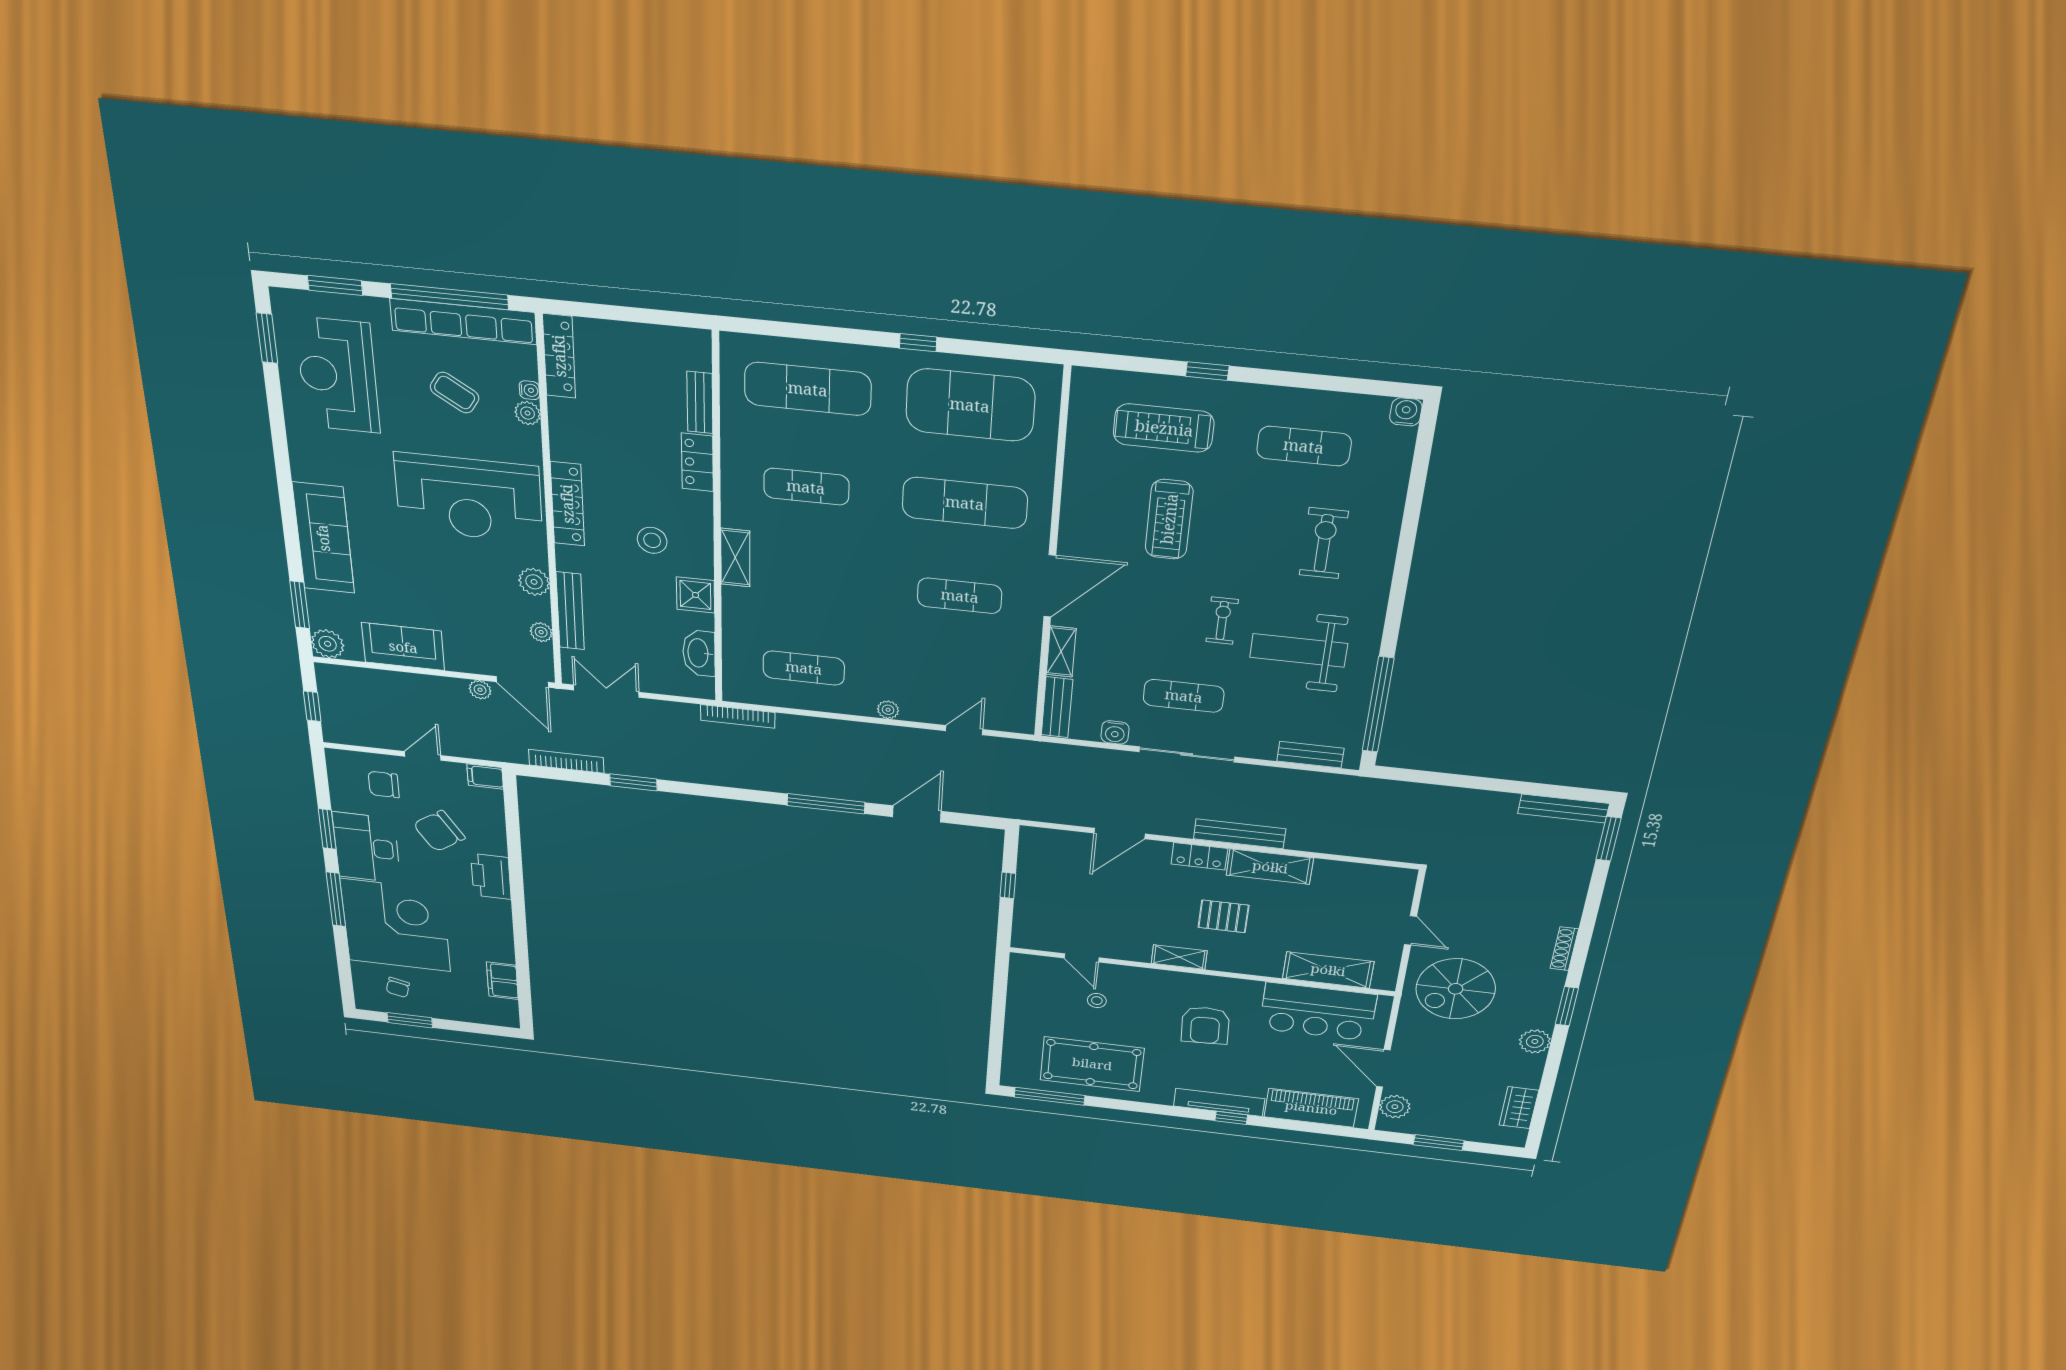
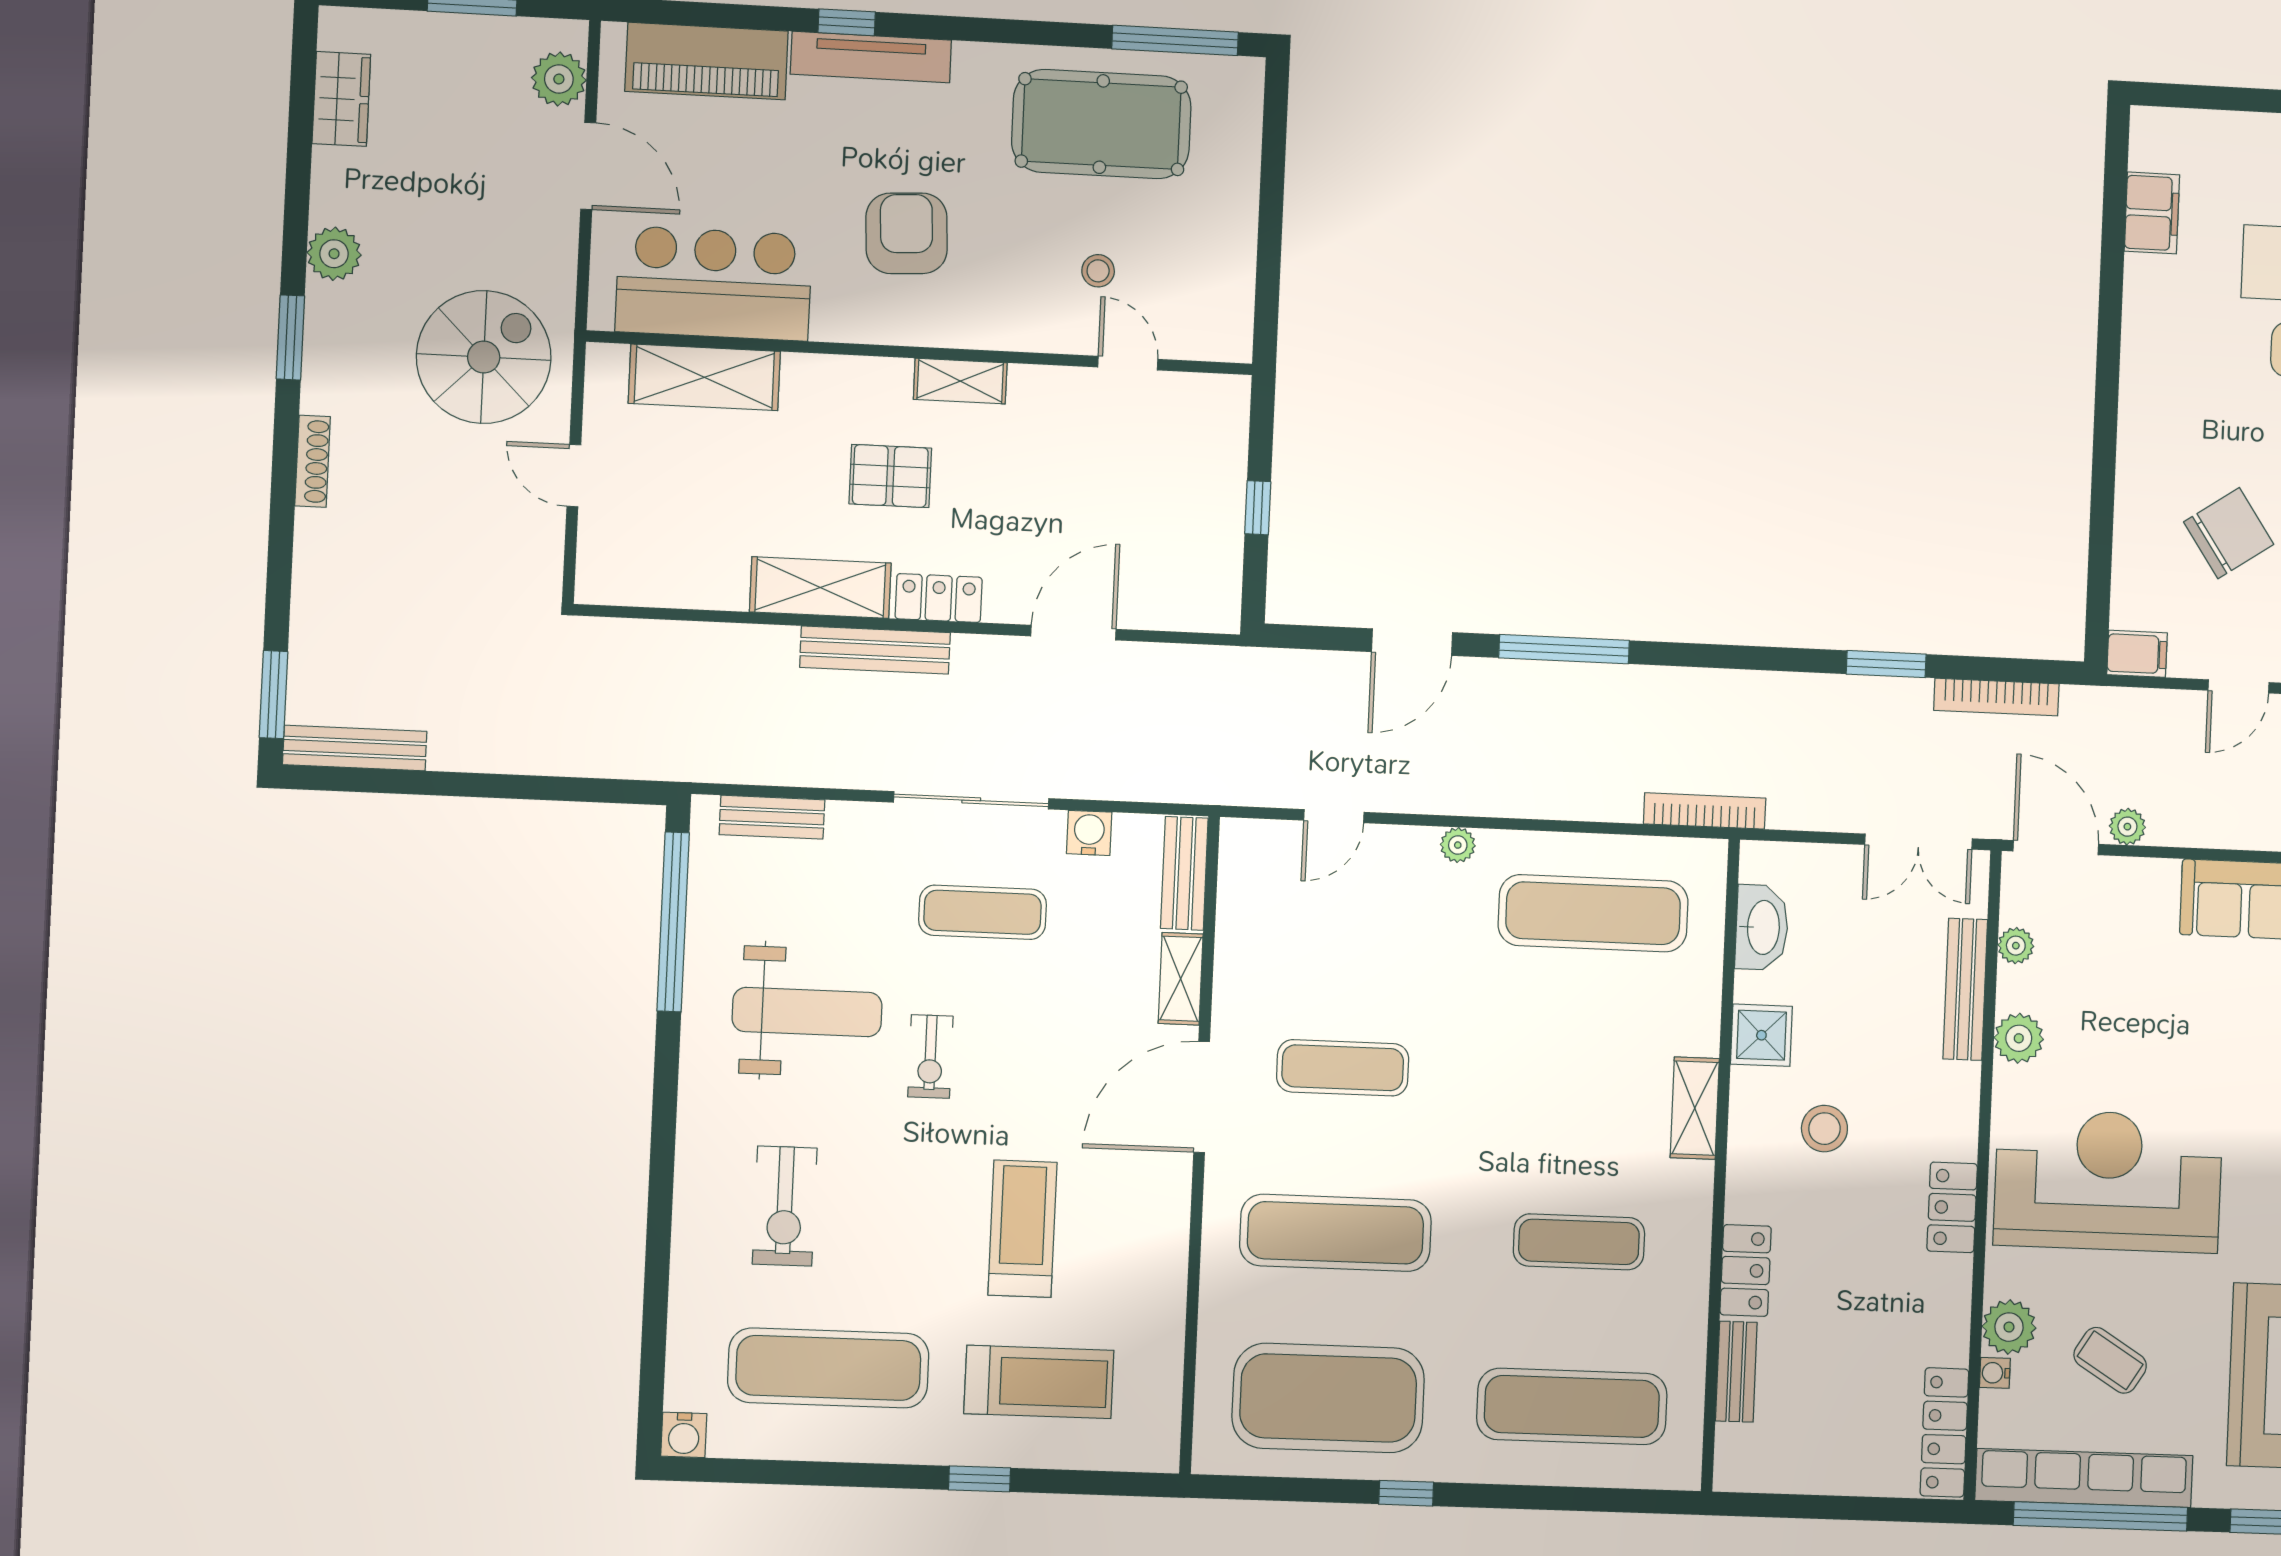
plant: (528, 413) -> (2009, 1327), width x1.38, depth x1.38
exercise mat: (1304, 446) -> (828, 1368), width x1.36, depth x1.45
locker: (567, 504) -> (1952, 1207), width x0.66
exercise mat: (804, 668) -> (1593, 913), width x1.36, depth x1.45
printer: (491, 876) -> (2149, 444), removed

